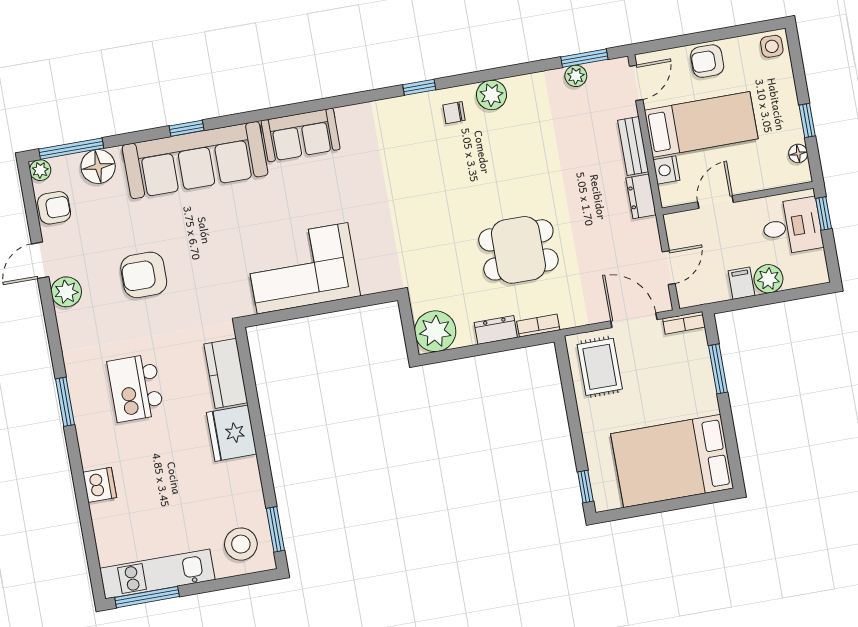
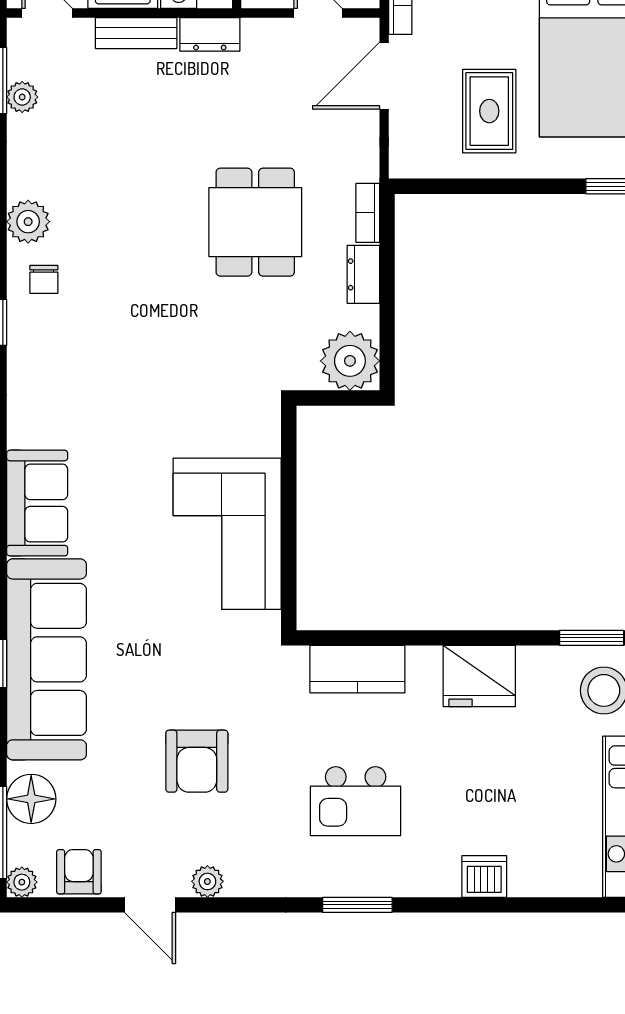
plant: (66, 292) -> (207, 881), width x0.73, depth x0.73
rug: (600, 367) -> (489, 111), moved, turned 90
fridge: (232, 433) -> (479, 676), moved

